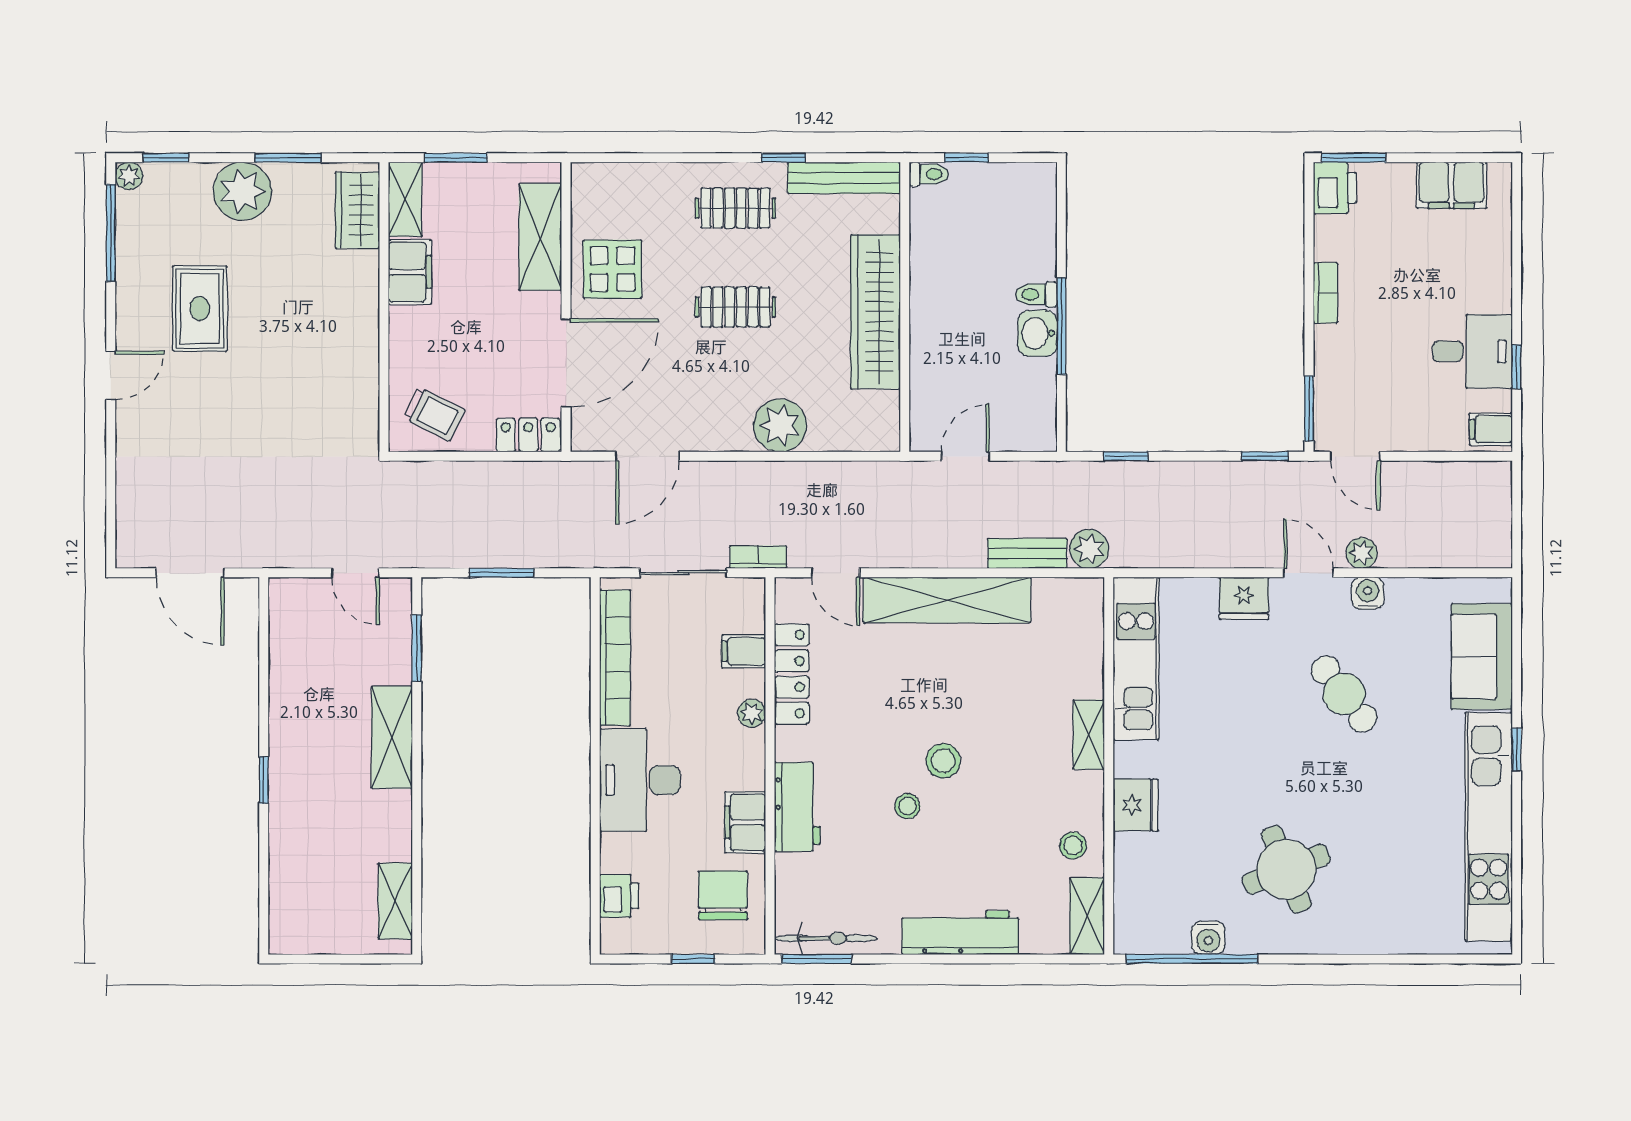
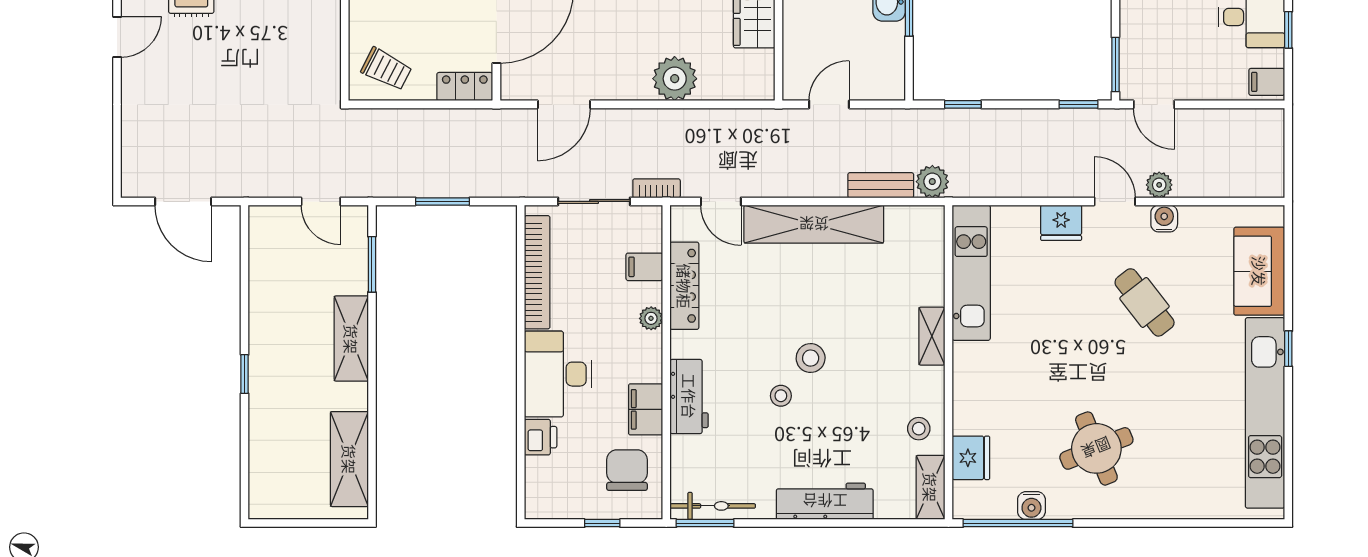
fridge: (1136, 805) -> (971, 458), moved
printer: (619, 896) -> (541, 437), moved
shelving: (395, 901) -> (349, 459), width x1.50, depth x1.33

